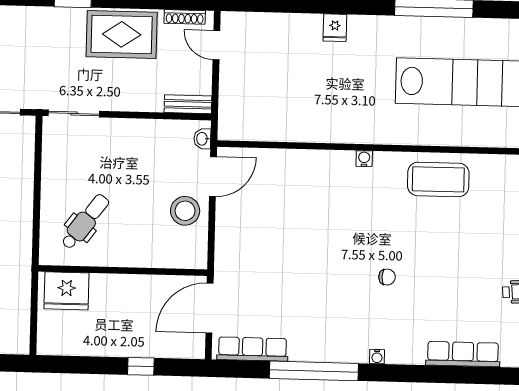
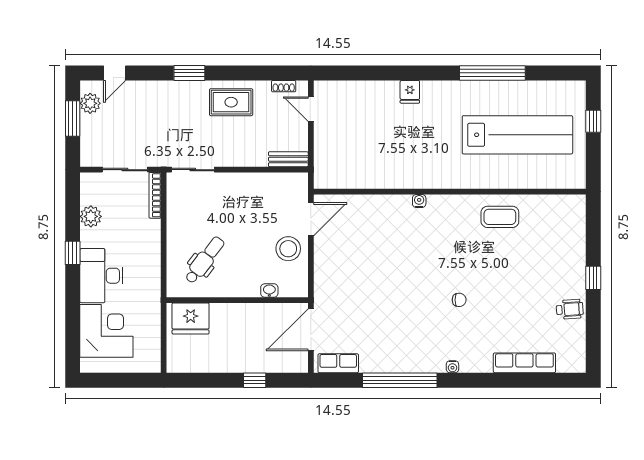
shoe rack: (185, 17) -> (284, 86), width x0.70
rug: (122, 34) -> (231, 102), width x0.73, depth x0.70
washbasin: (202, 139) -> (269, 290), moved, turned 90
bookcase: (28, 143) -> (155, 195), added
water cooler: (364, 159) -> (419, 201), moved
coffee table: (438, 179) -> (500, 217), width x0.73, depth x0.76
row of seats: (252, 349) -> (338, 363), width x0.68

